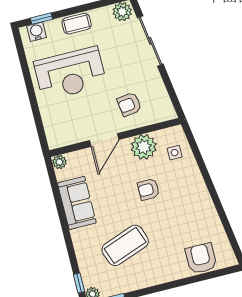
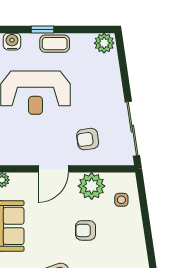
window: (41, 19) -> (42, 29), moved
sliding door: (150, 41) -> (132, 129), moved

